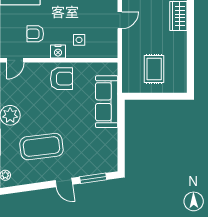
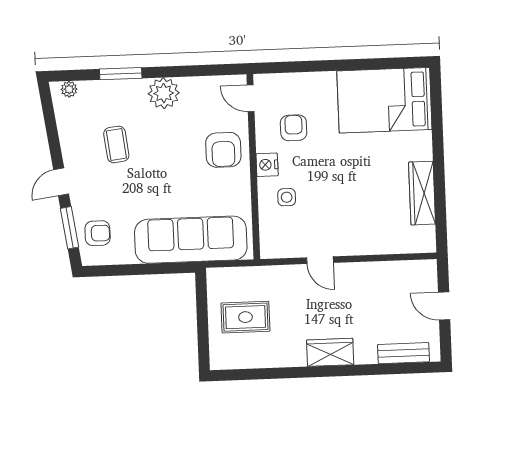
armchair: (62, 79) -> (223, 150), moved
sofa: (107, 102) -> (191, 240), width x1.36, depth x1.27
coffee table: (41, 147) -> (116, 144), width x0.54, depth x0.58
armchair: (97, 161) -> (98, 233), added

